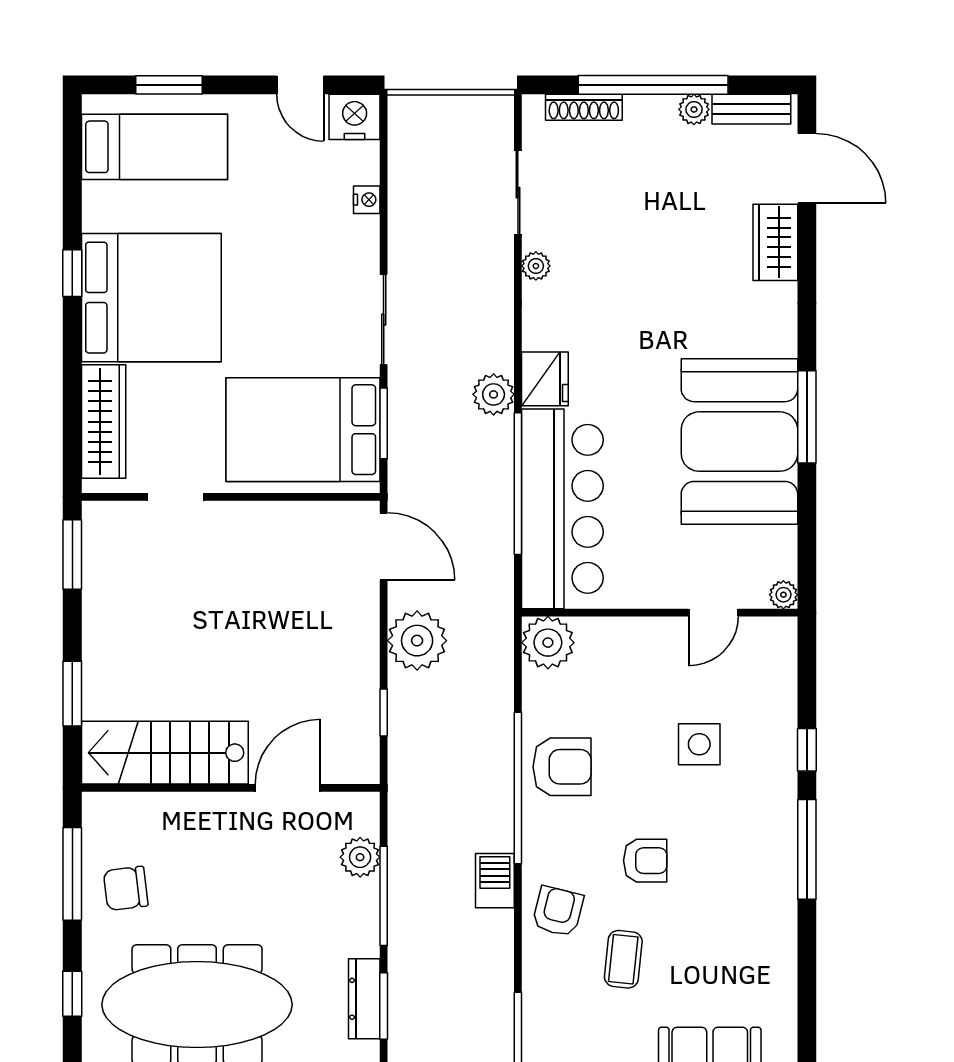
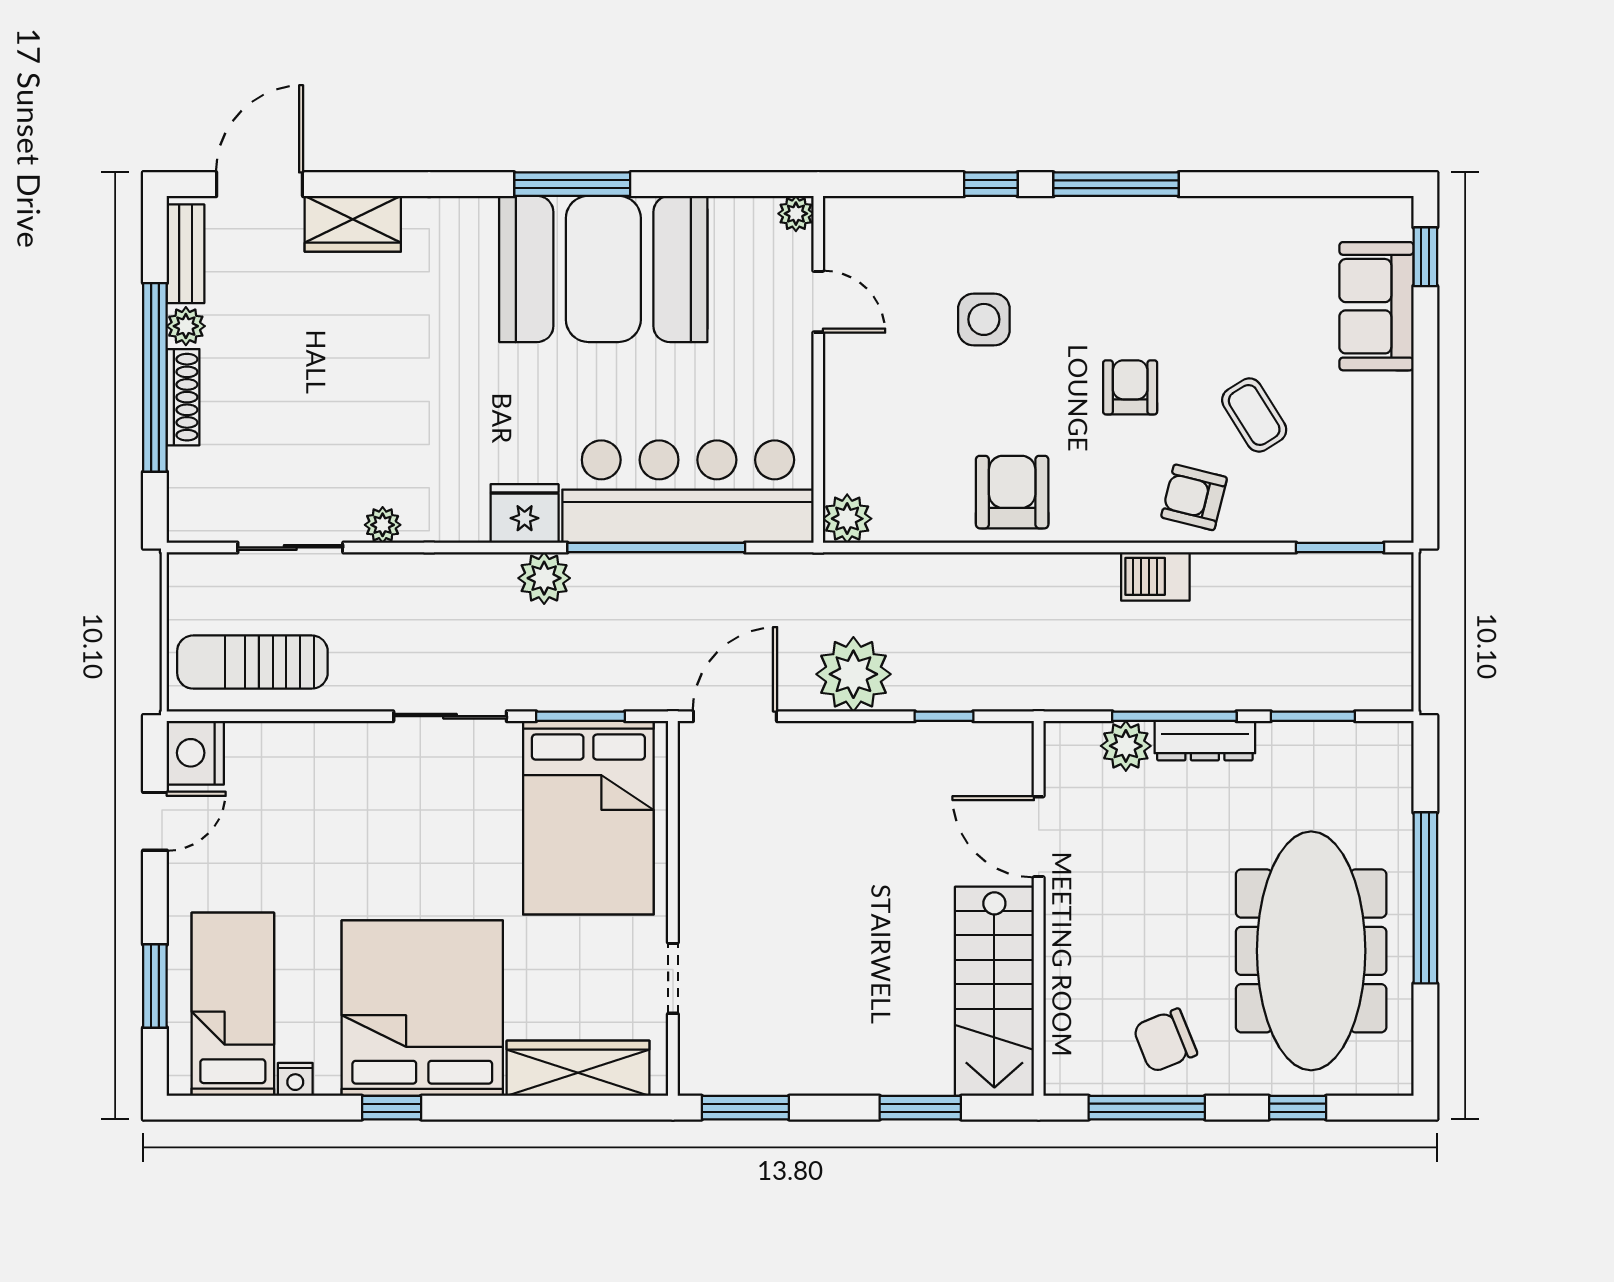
shoe rack: (584, 107) -> (183, 397), moved
sun lounger: (427, 162) -> (252, 662), added
nightstand: (367, 200) -> (295, 1079), moved, turned 180
plant: (548, 643) -> (847, 519), width x0.73, depth x0.73
window: (518, 788) -> (1039, 547), removed
chair: (126, 888) -> (1165, 1041), turned 75
coffee table: (623, 959) -> (1254, 415), turned 52
dresser: (364, 999) -> (1205, 741), moved

